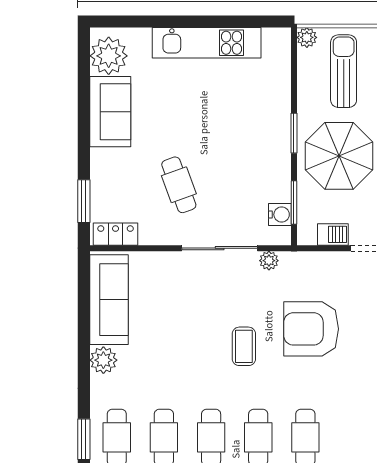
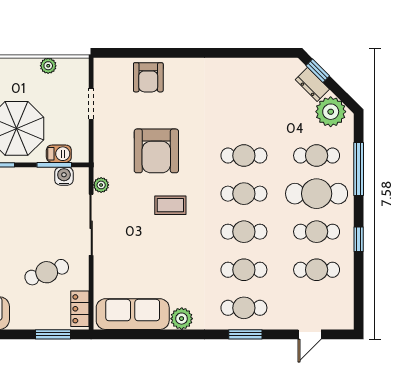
cafe table: (179, 185) -> (47, 272), moved
barbecue: (333, 234) -> (59, 154), moved, turned 90

